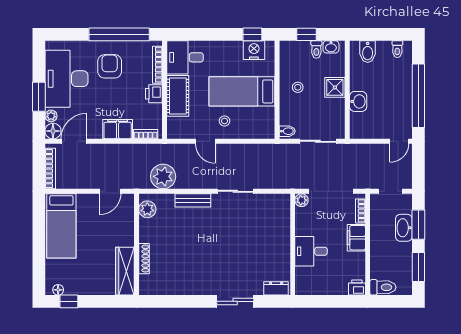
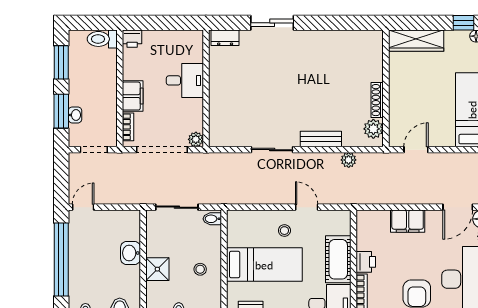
bookcase: (146, 134) -> (375, 215), removed
plant: (163, 176) -> (349, 160), width x0.53, depth x0.53
washbasin: (404, 228) -> (75, 115), width x0.52, depth x0.69
shoe rack: (144, 259) -> (377, 100), moved
wardrobe: (125, 271) -> (416, 41), moved, turned 90

